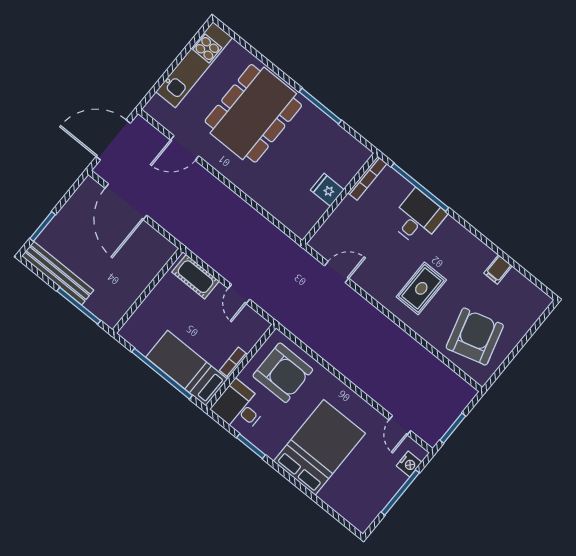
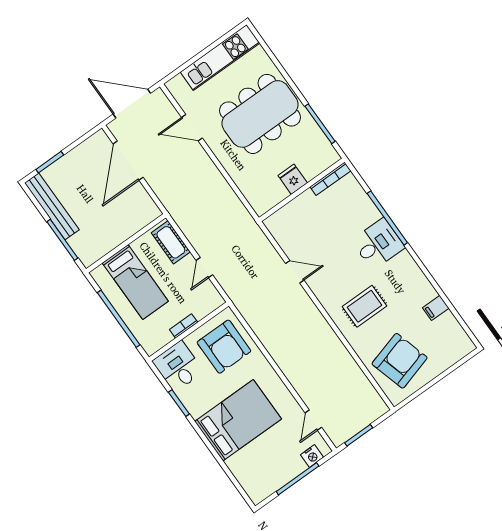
bookcase: (367, 178) -> (330, 179), moved
fridge: (327, 190) -> (293, 179), moved
wall: (340, 198) -> (302, 190), moved
bed: (187, 368) -> (135, 282), moved, turned 180

